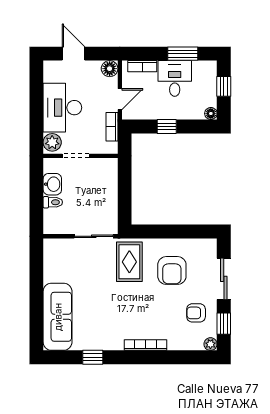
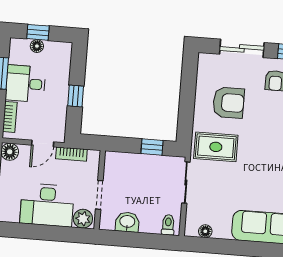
door: (120, 99) -> (43, 143), swing flipped
floor lamp: (211, 114) -> (37, 46), moved
toilet: (53, 202) -> (168, 225), moved
window: (125, 202) -> (152, 147), added
floor lamp: (49, 258) -> (205, 231), added

